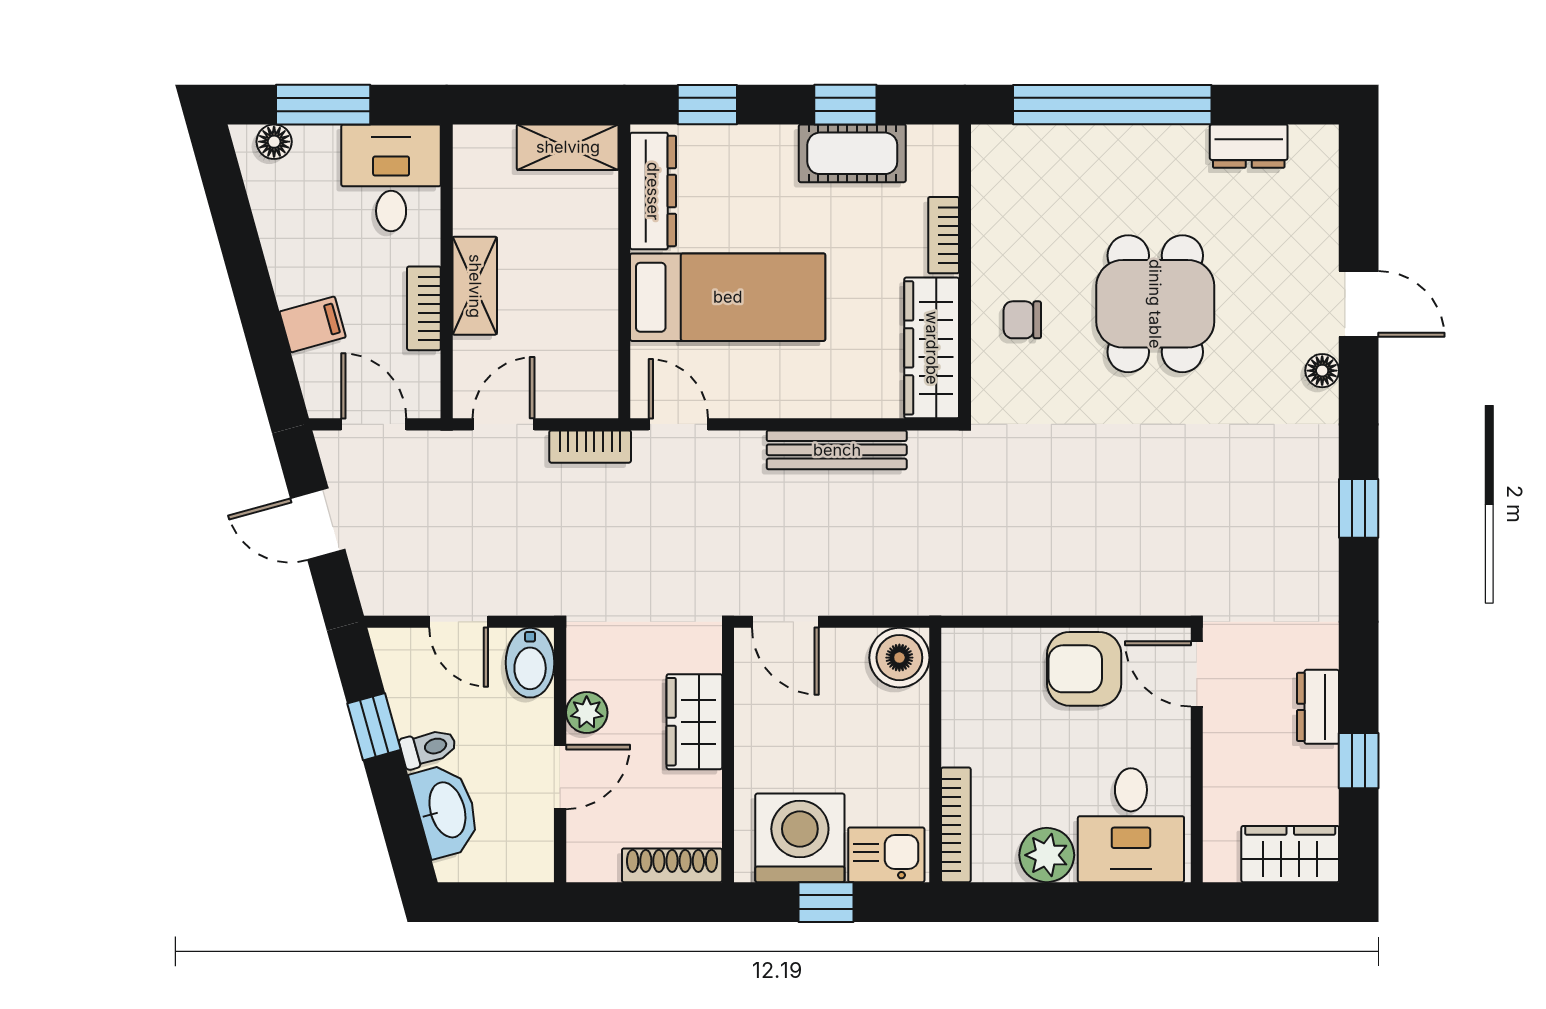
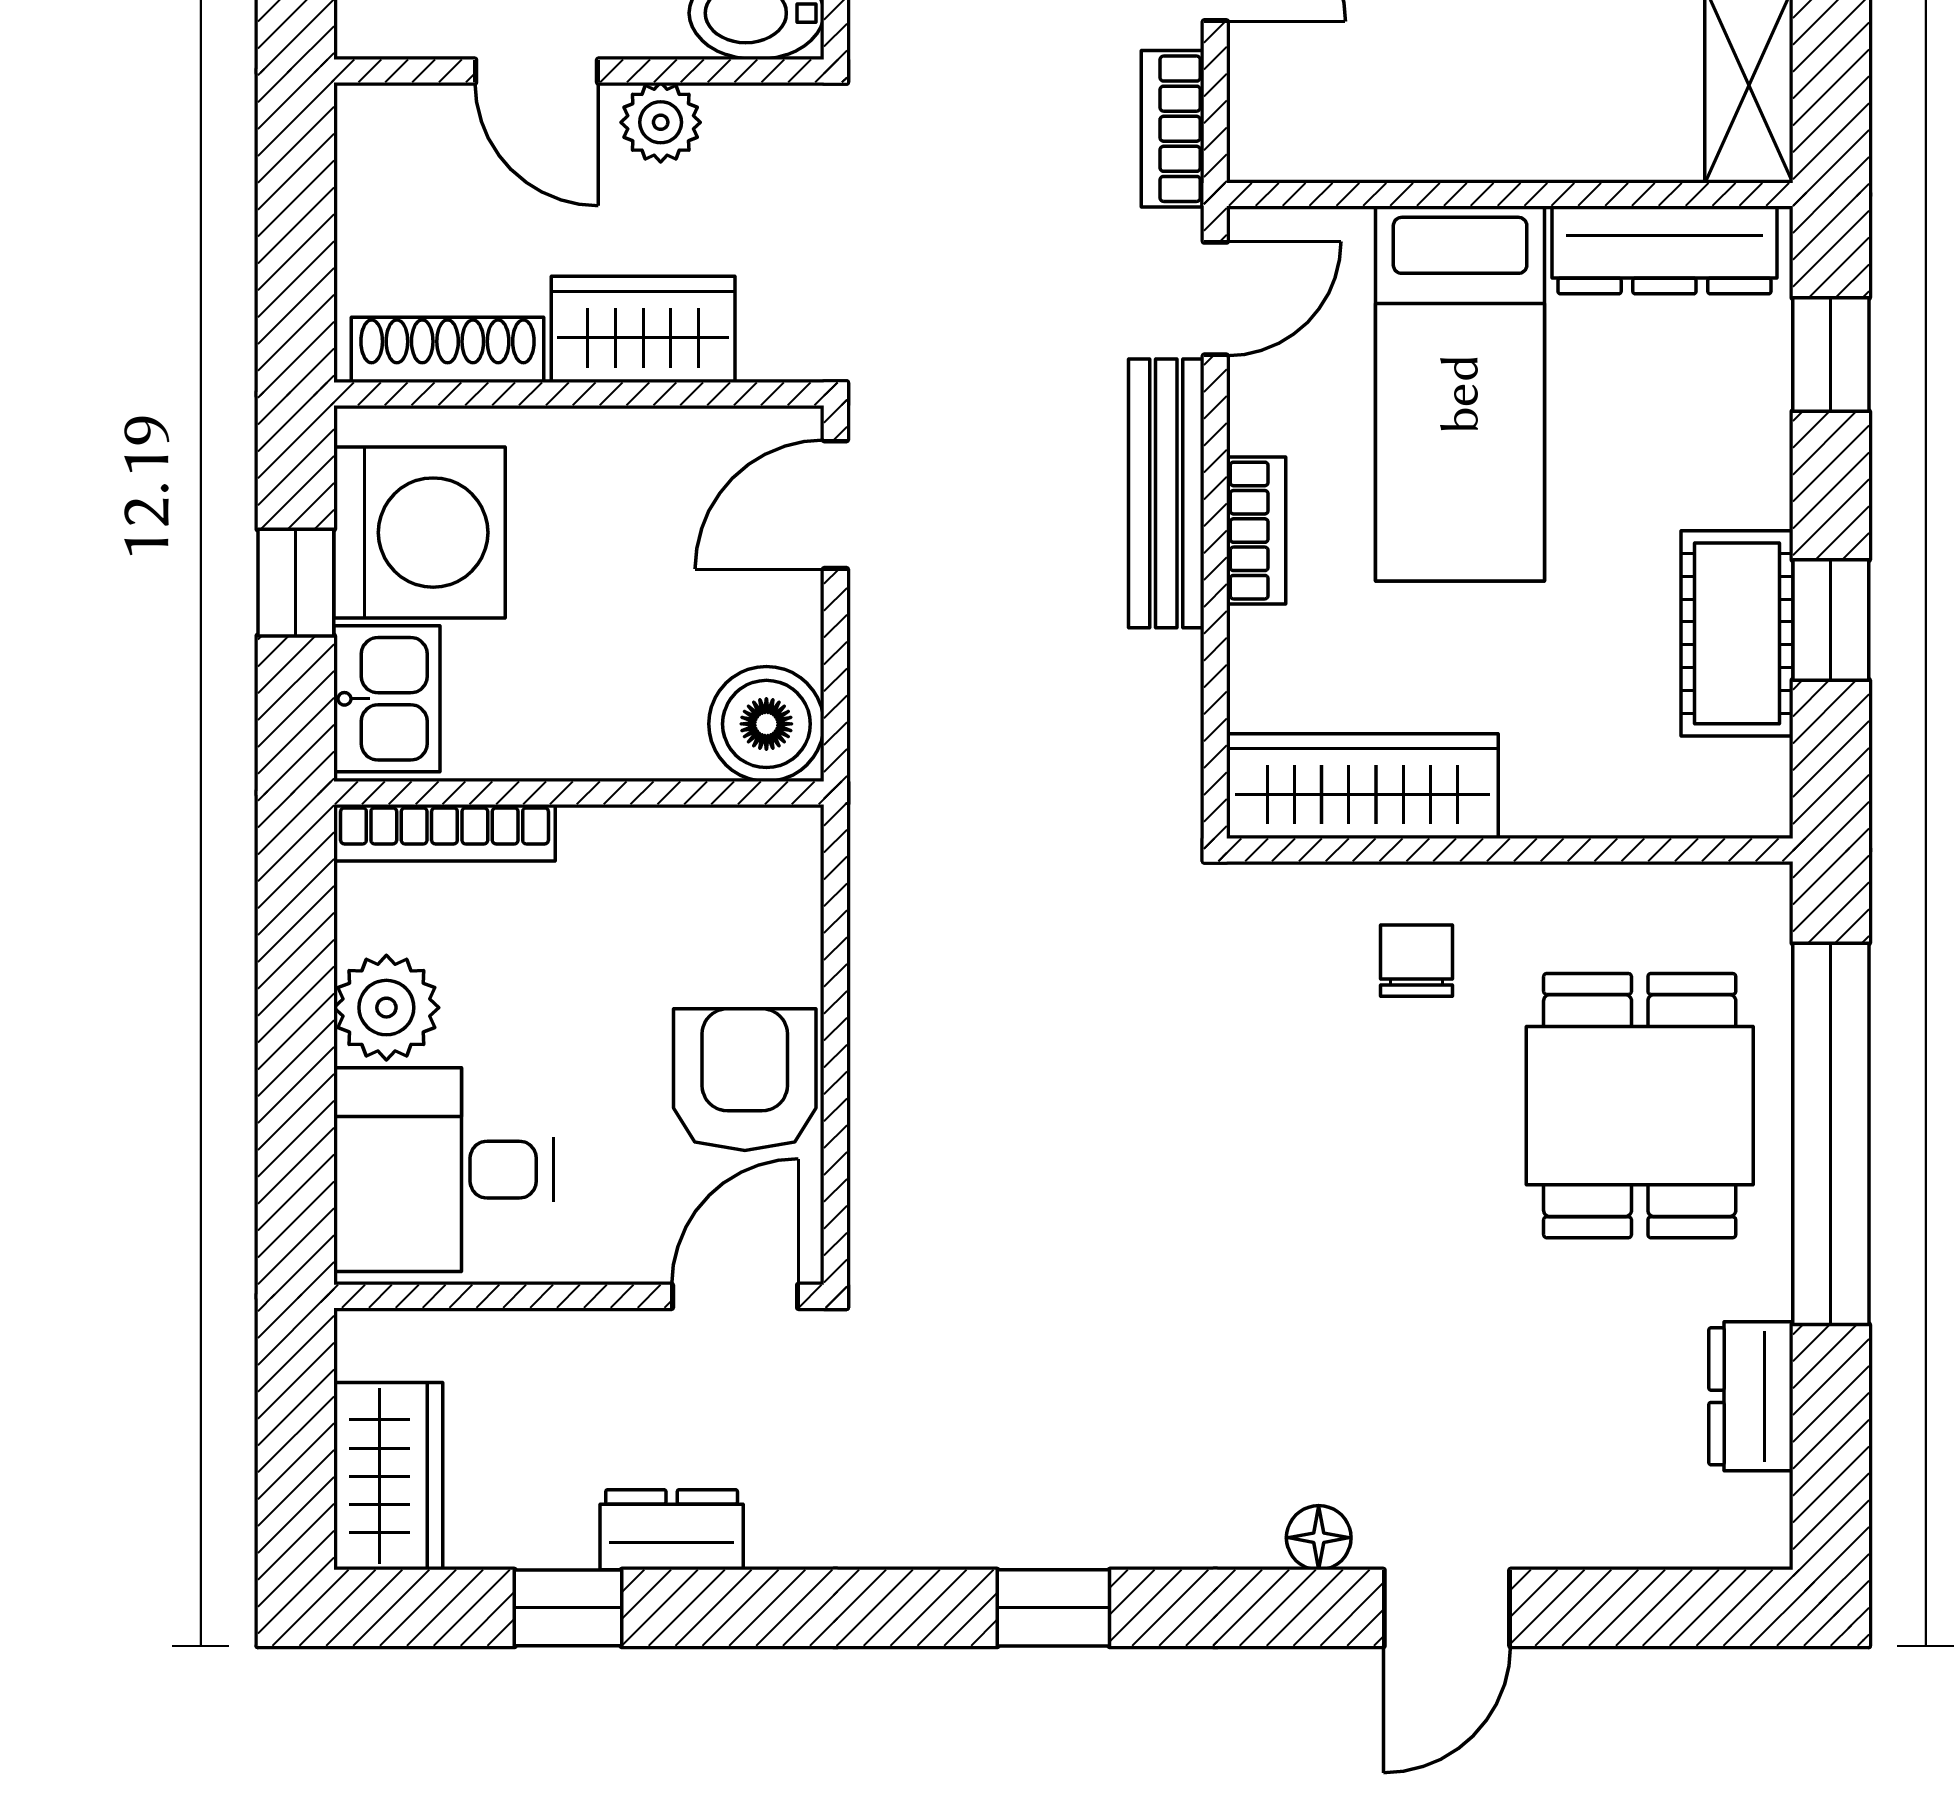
bookcase: (944, 235) -> (1256, 531), moved, turned 90
dining table: (1155, 304) -> (1640, 1106), moved, turned 90
bench: (837, 450) -> (1166, 493), moved
shoe rack: (672, 865) -> (448, 350), moved, turned -90

